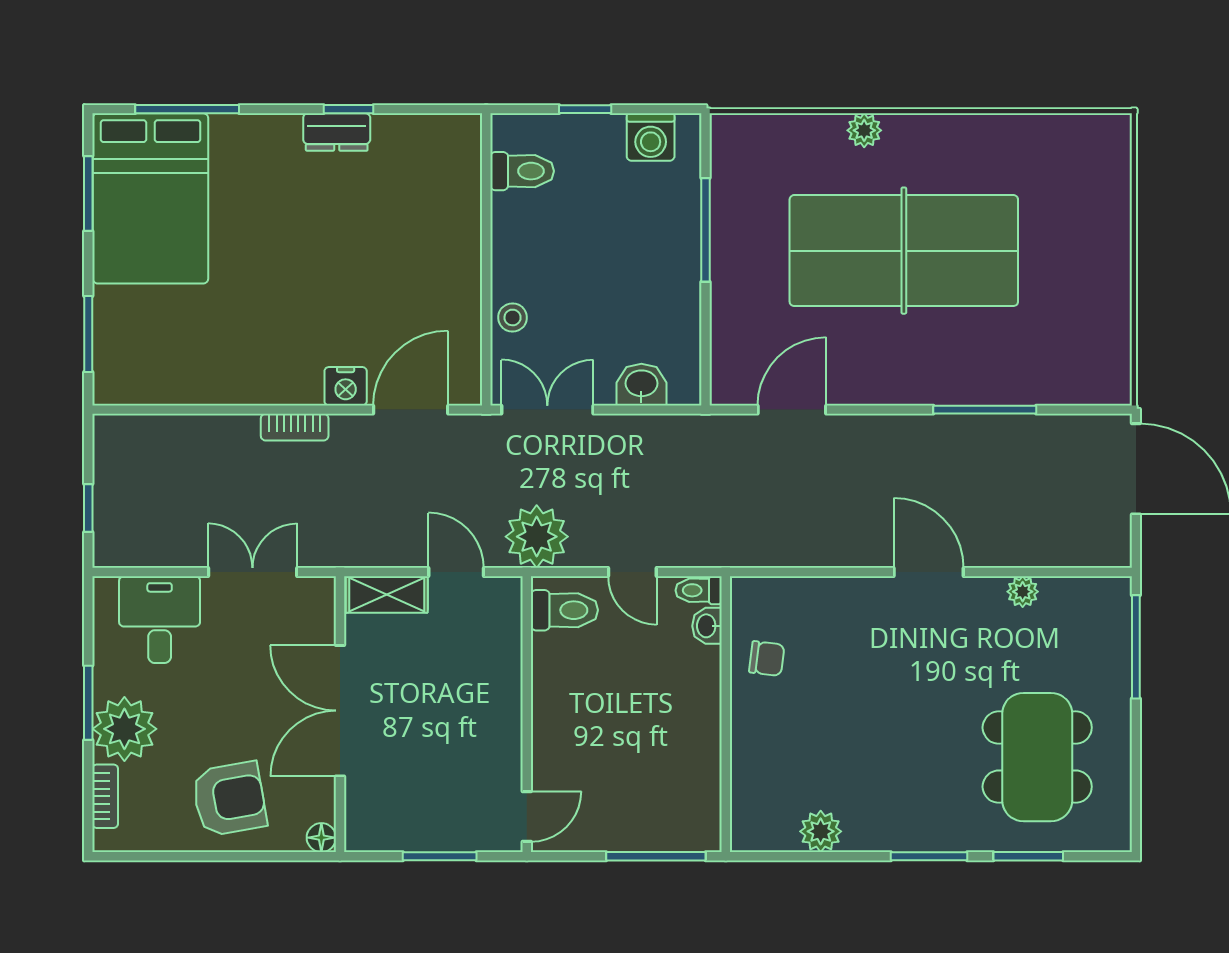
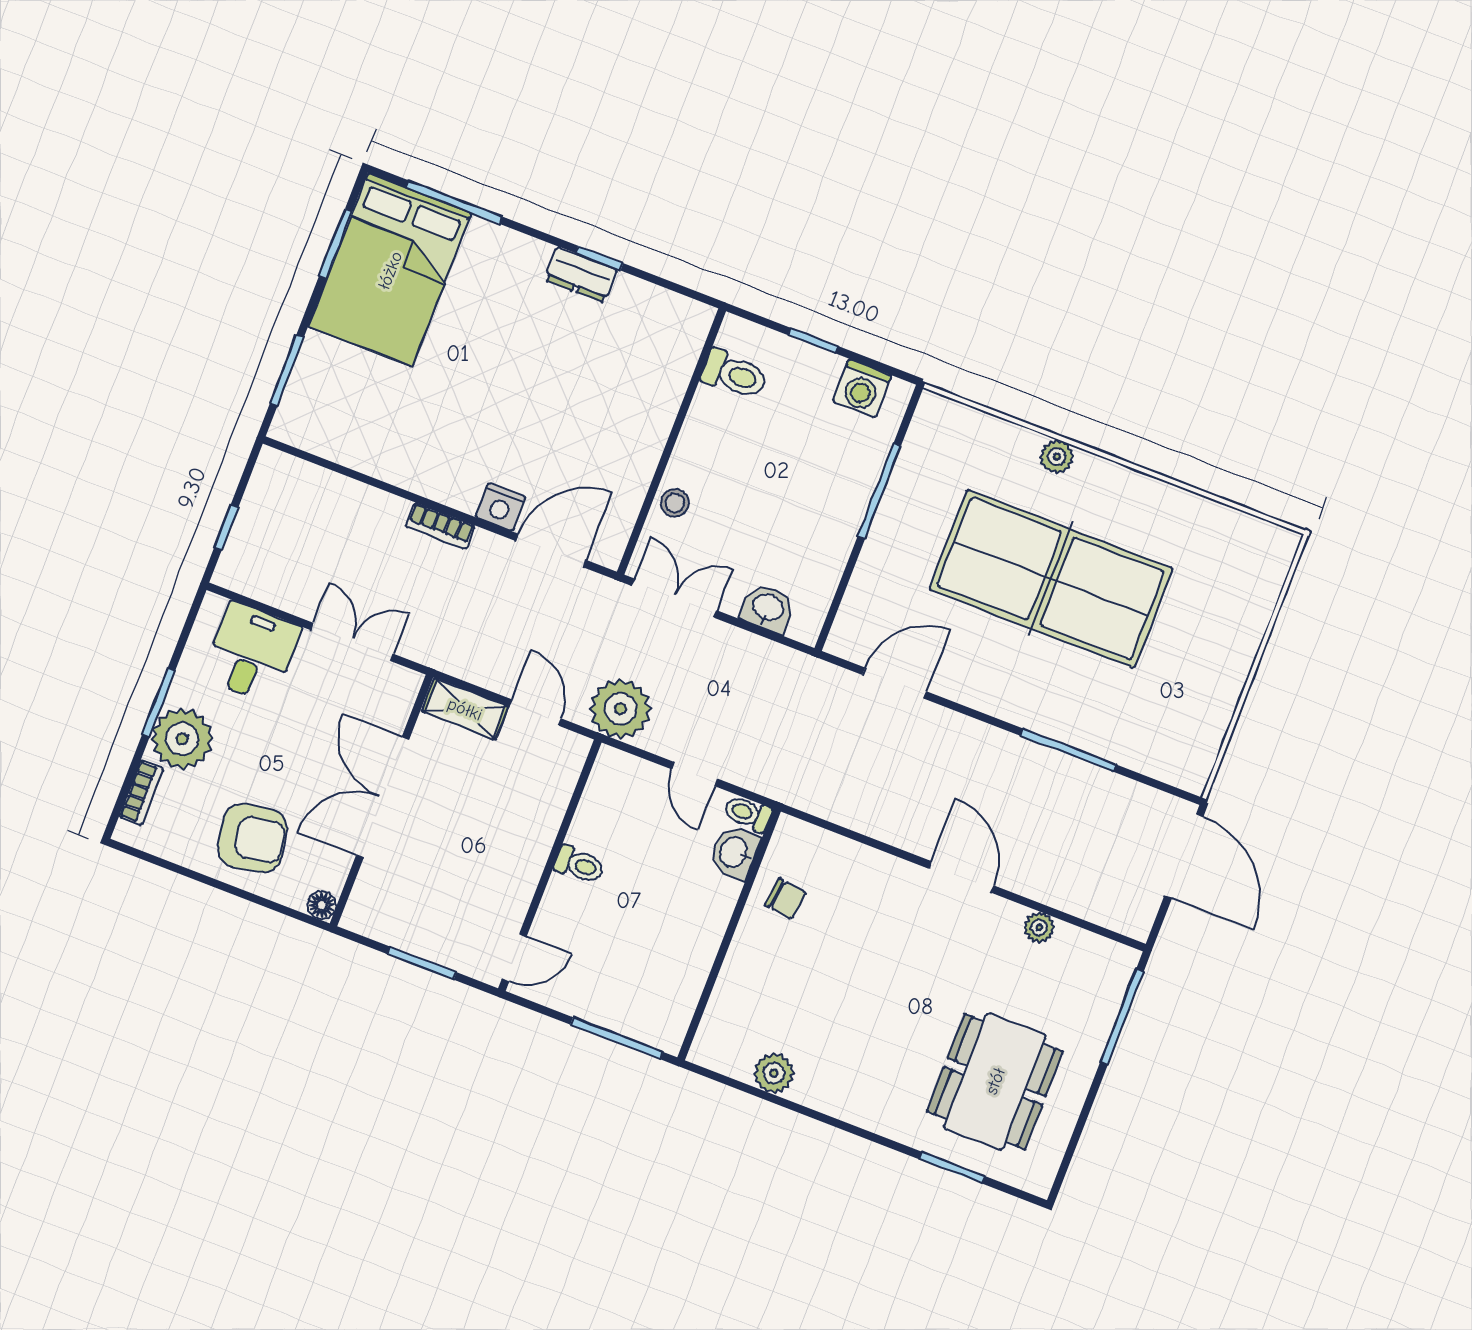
toilet: (564, 610) -> (579, 865), moved, width x0.73, depth x0.72
washbasin: (707, 626) -> (735, 852), width x1.38, depth x1.45
window: (929, 856) -> (863, 1133), removed

